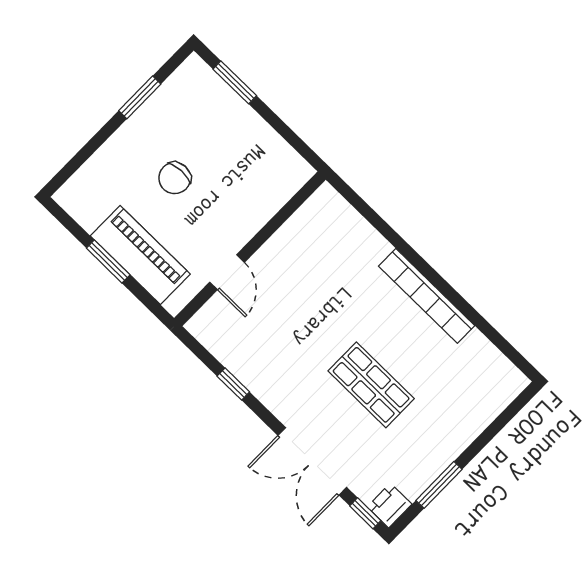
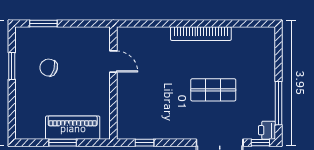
chair: (175, 178) -> (49, 68), moved, turned 108
door: (227, 272) -> (113, 62), moved
window: (233, 384) -> (144, 143), moved
window: (439, 485) -> (278, 103), width x1.44

